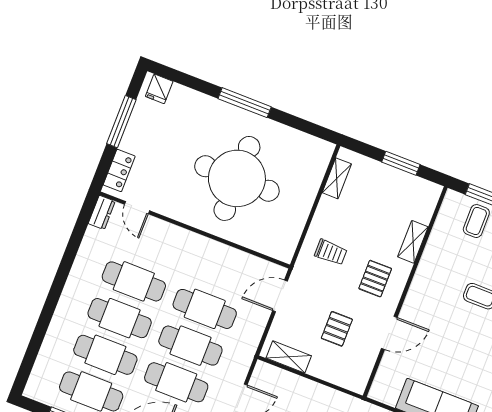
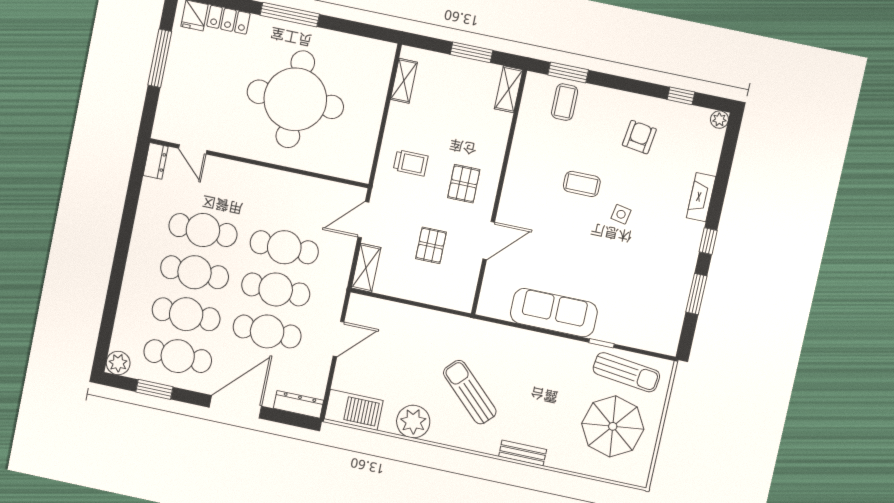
locker: (119, 171) -> (228, 20), moved, turned 90
shelving: (413, 242) -> (509, 89), moved
shelving: (289, 357) -> (366, 268), moved, turned 90
plant: (36, 389) -> (118, 363), added

